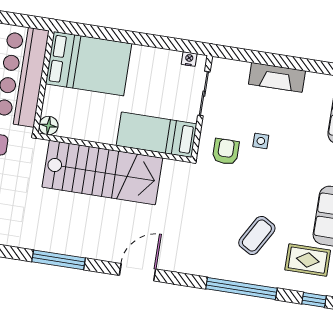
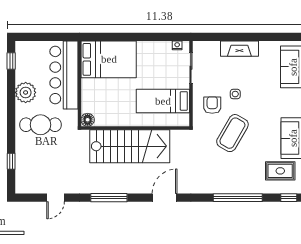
floor lamp: (48, 126) -> (88, 120), moved
wall: (114, 148) -> (135, 128), moved
stairs: (102, 172) -> (130, 146), moved
coffee table: (257, 235) -> (232, 133), moved, width x1.36, depth x1.32

